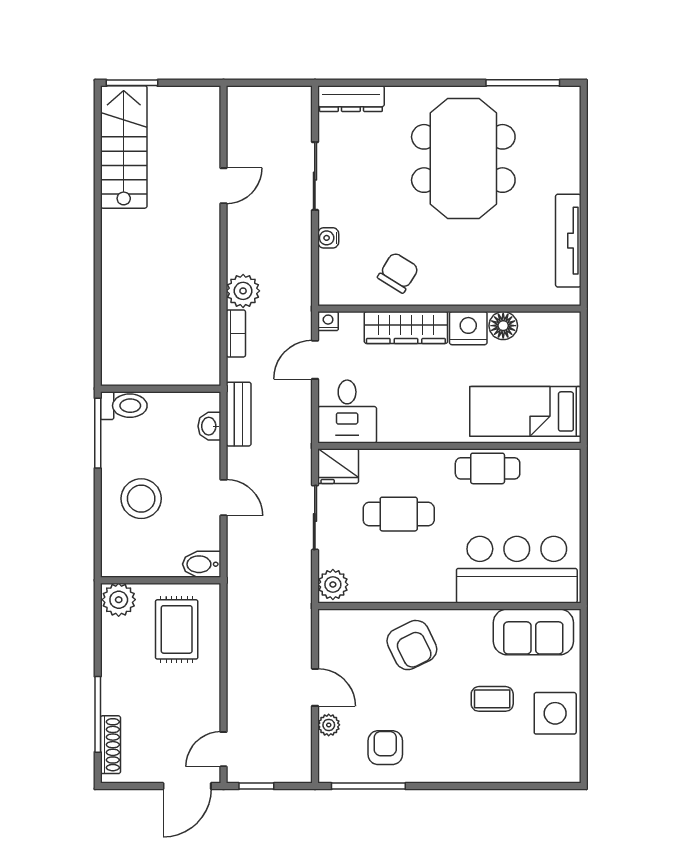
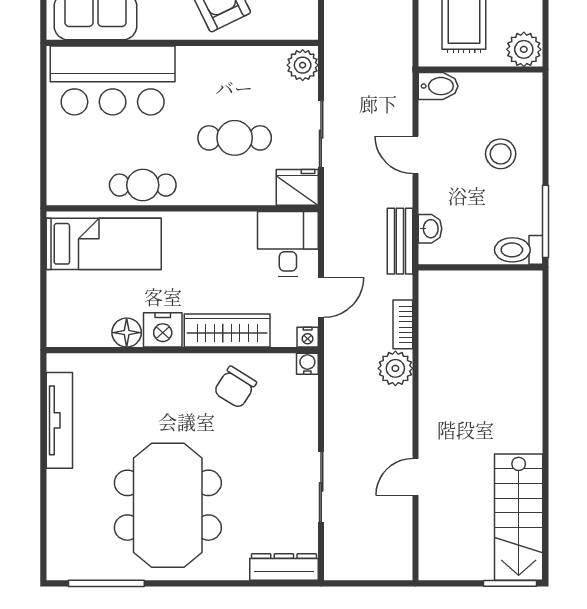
water cooler: (328, 238) -> (307, 364), moved, turned -90
stool: (141, 499) -> (501, 154), width x0.73, depth x0.73

